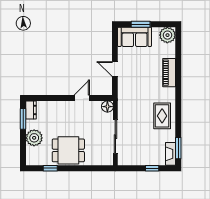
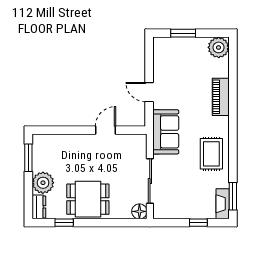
sofa: (135, 37) -> (166, 132), moved, turned -90
floor lamp: (107, 107) -> (139, 211), moved
dresser: (31, 110) -> (39, 207), moved

